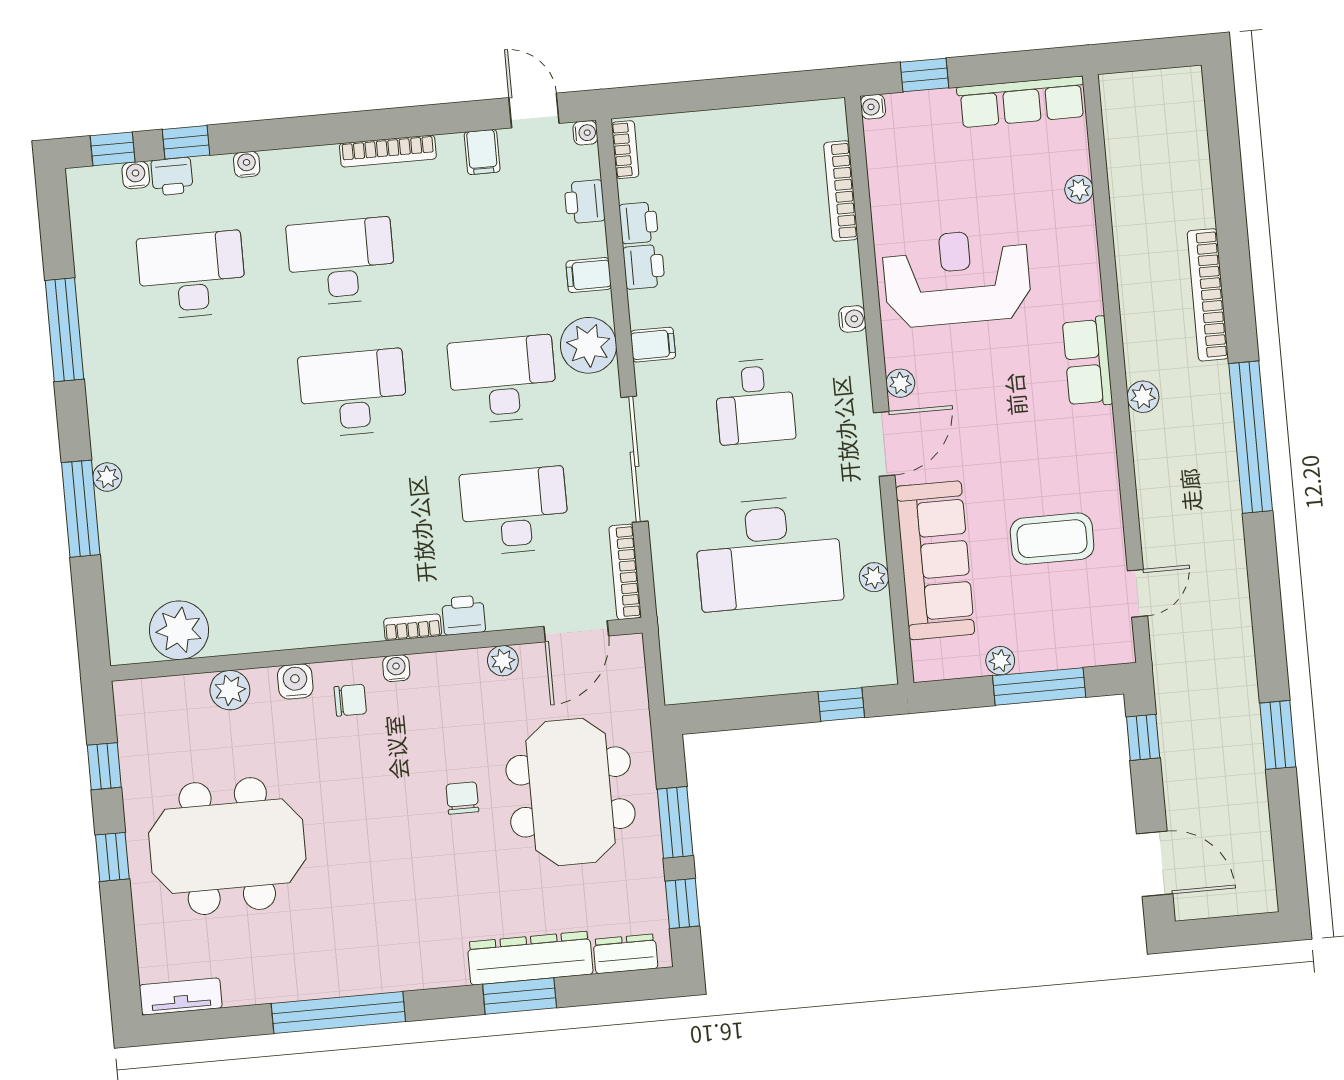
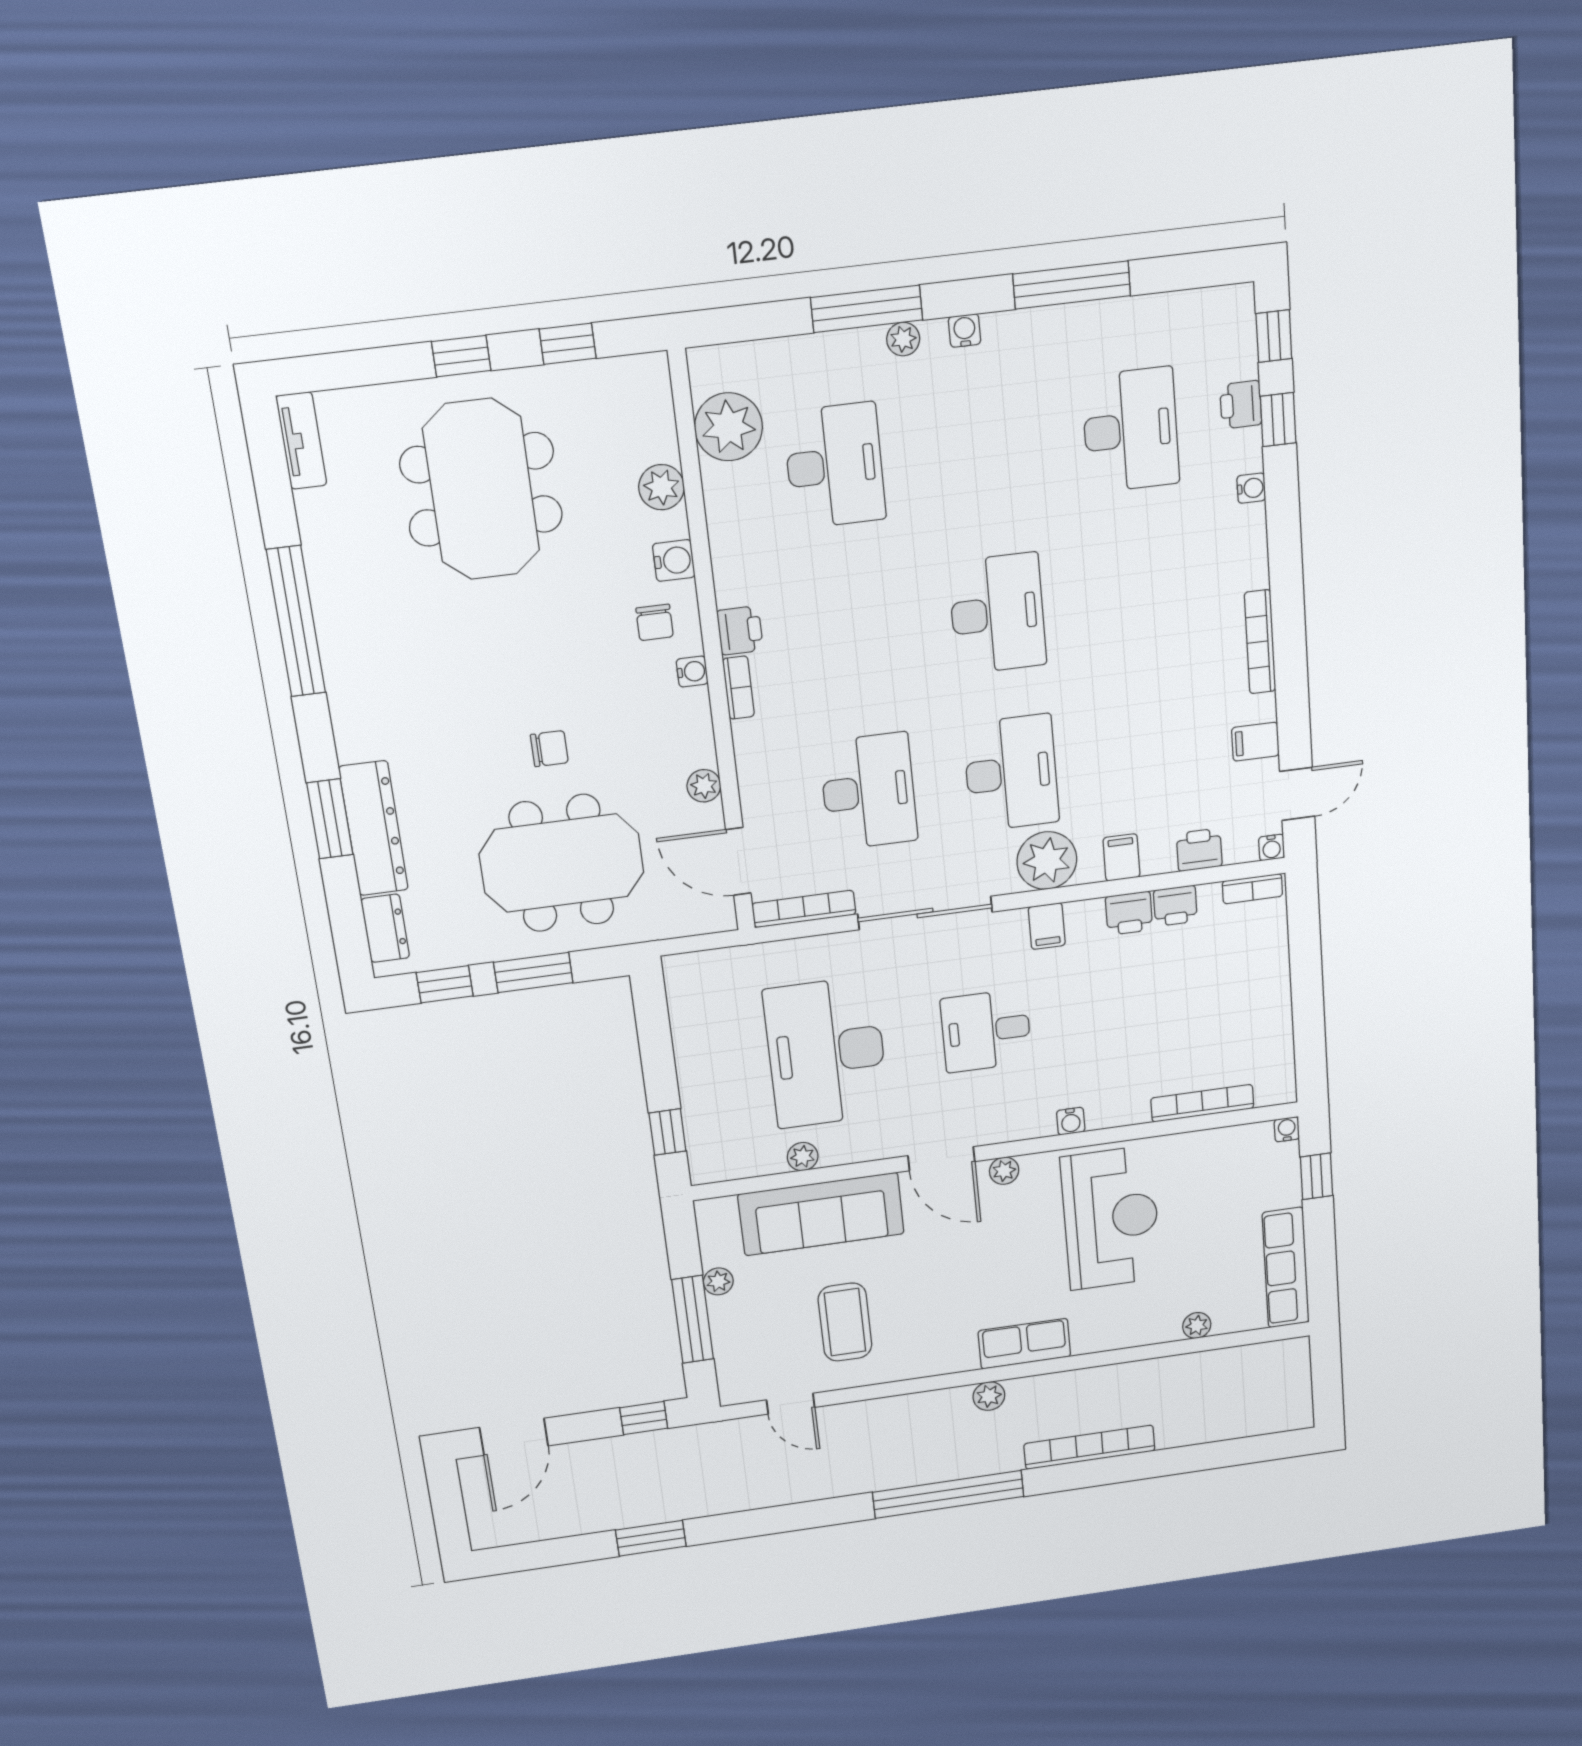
water cooler: (136, 175) -> (965, 331), moved, turned -90
desk: (341, 262) -> (835, 466), moved
printer: (464, 615) -> (740, 630), moved

